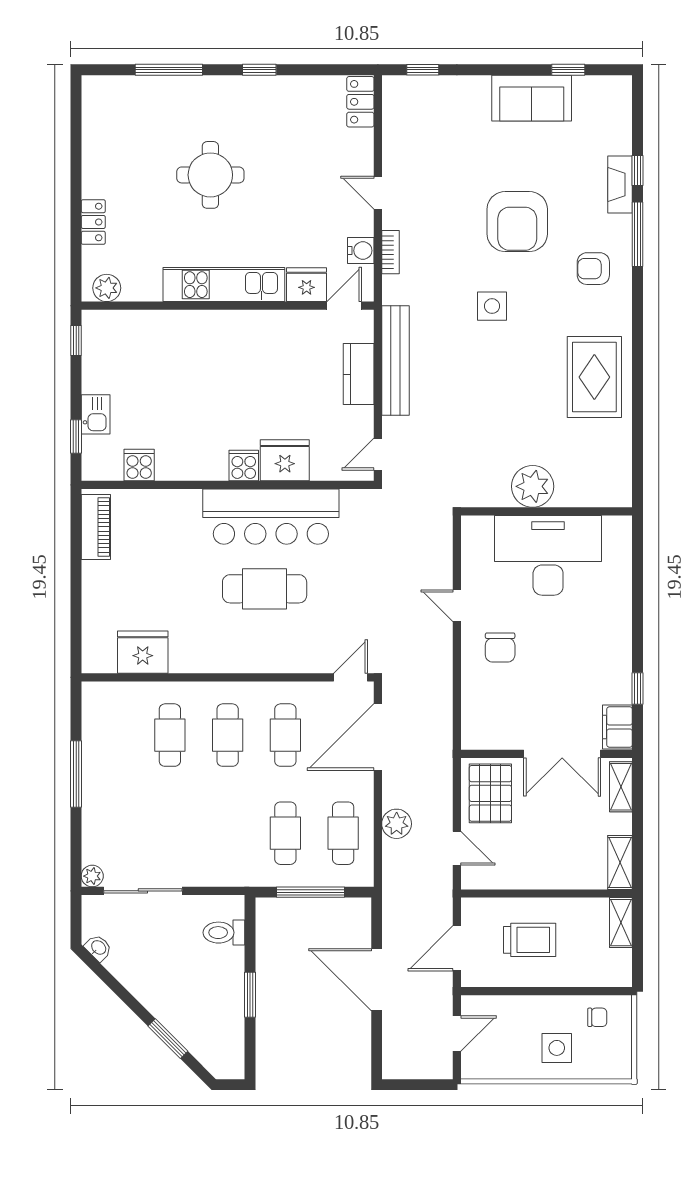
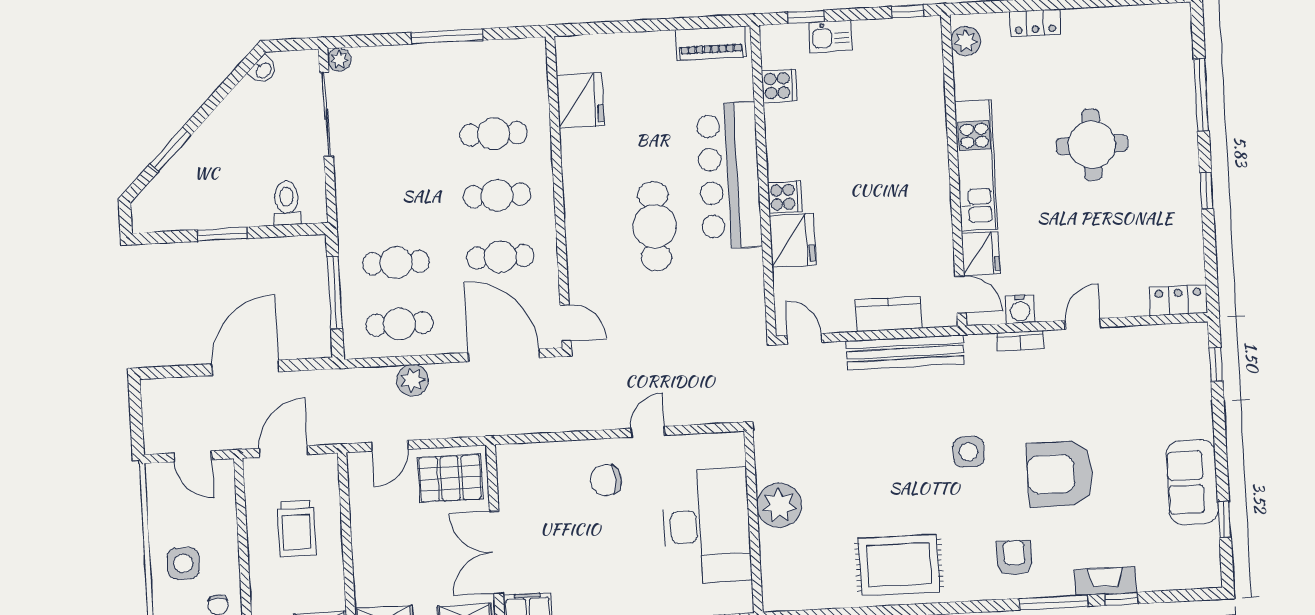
bar counter: (271, 517) -> (729, 176), moved
door: (457, 948) -> (283, 452), hinge flipped

